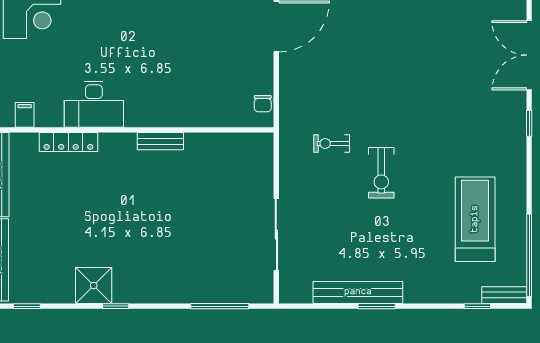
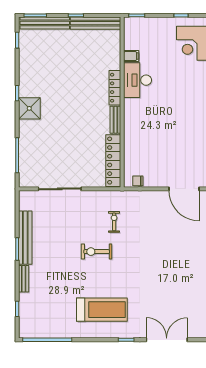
filing cabinet: (25, 115) -> (131, 56), moved
locker: (68, 142) -> (115, 88), moved
locker: (229, 145) -> (113, 161), added
treadmill: (475, 219) -> (102, 310), moved
shower: (94, 286) -> (29, 108), moved
bench: (504, 295) -> (24, 279), moved

